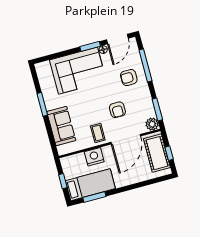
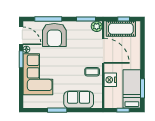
armchair: (129, 78) -> (54, 35), width x1.88, depth x1.88
armchair: (117, 110) -> (78, 51), removed

